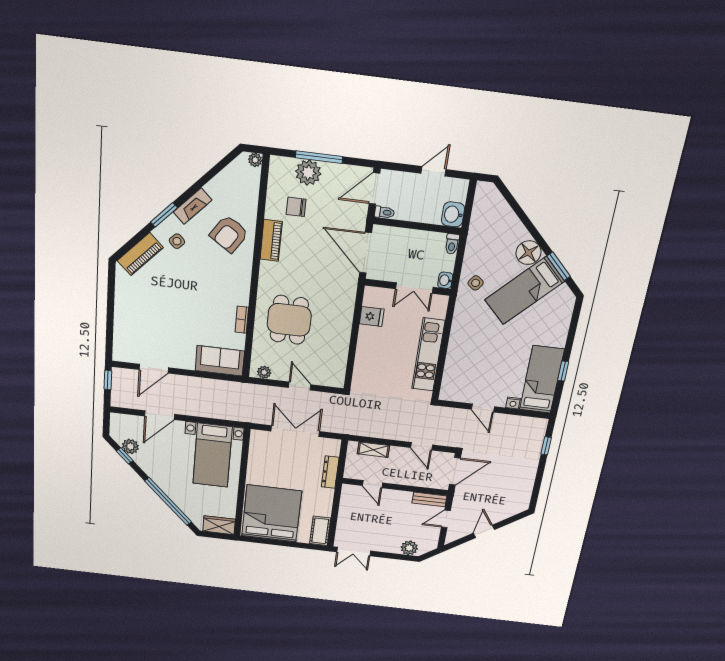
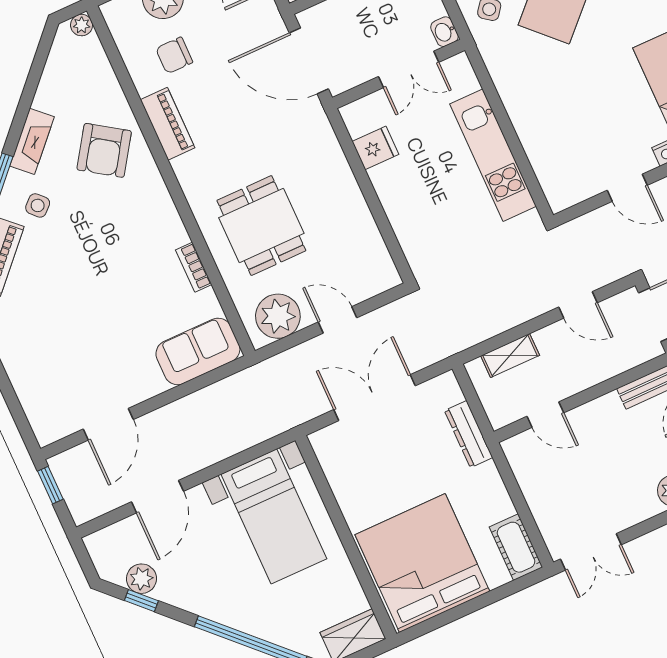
plant: (264, 372) -> (278, 316), width x1.87, depth x1.87

